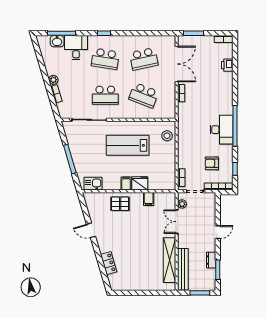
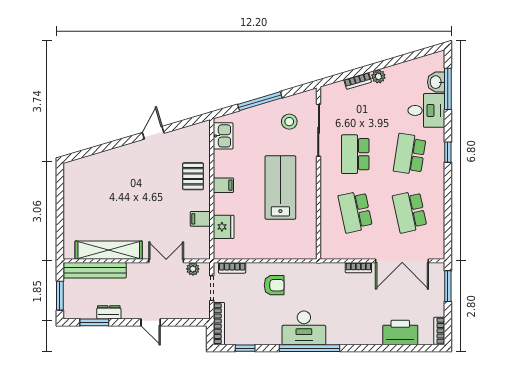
printer: (227, 65) -> (400, 332), width x1.87, depth x1.48
school desk: (144, 95) -> (355, 212), turned -33
stool: (167, 136) -> (289, 122), moved
armchair: (212, 163) -> (274, 285), moved, turned 90
fridge: (140, 183) -> (224, 227), moved
locker: (109, 263) -> (104, 159), removed

